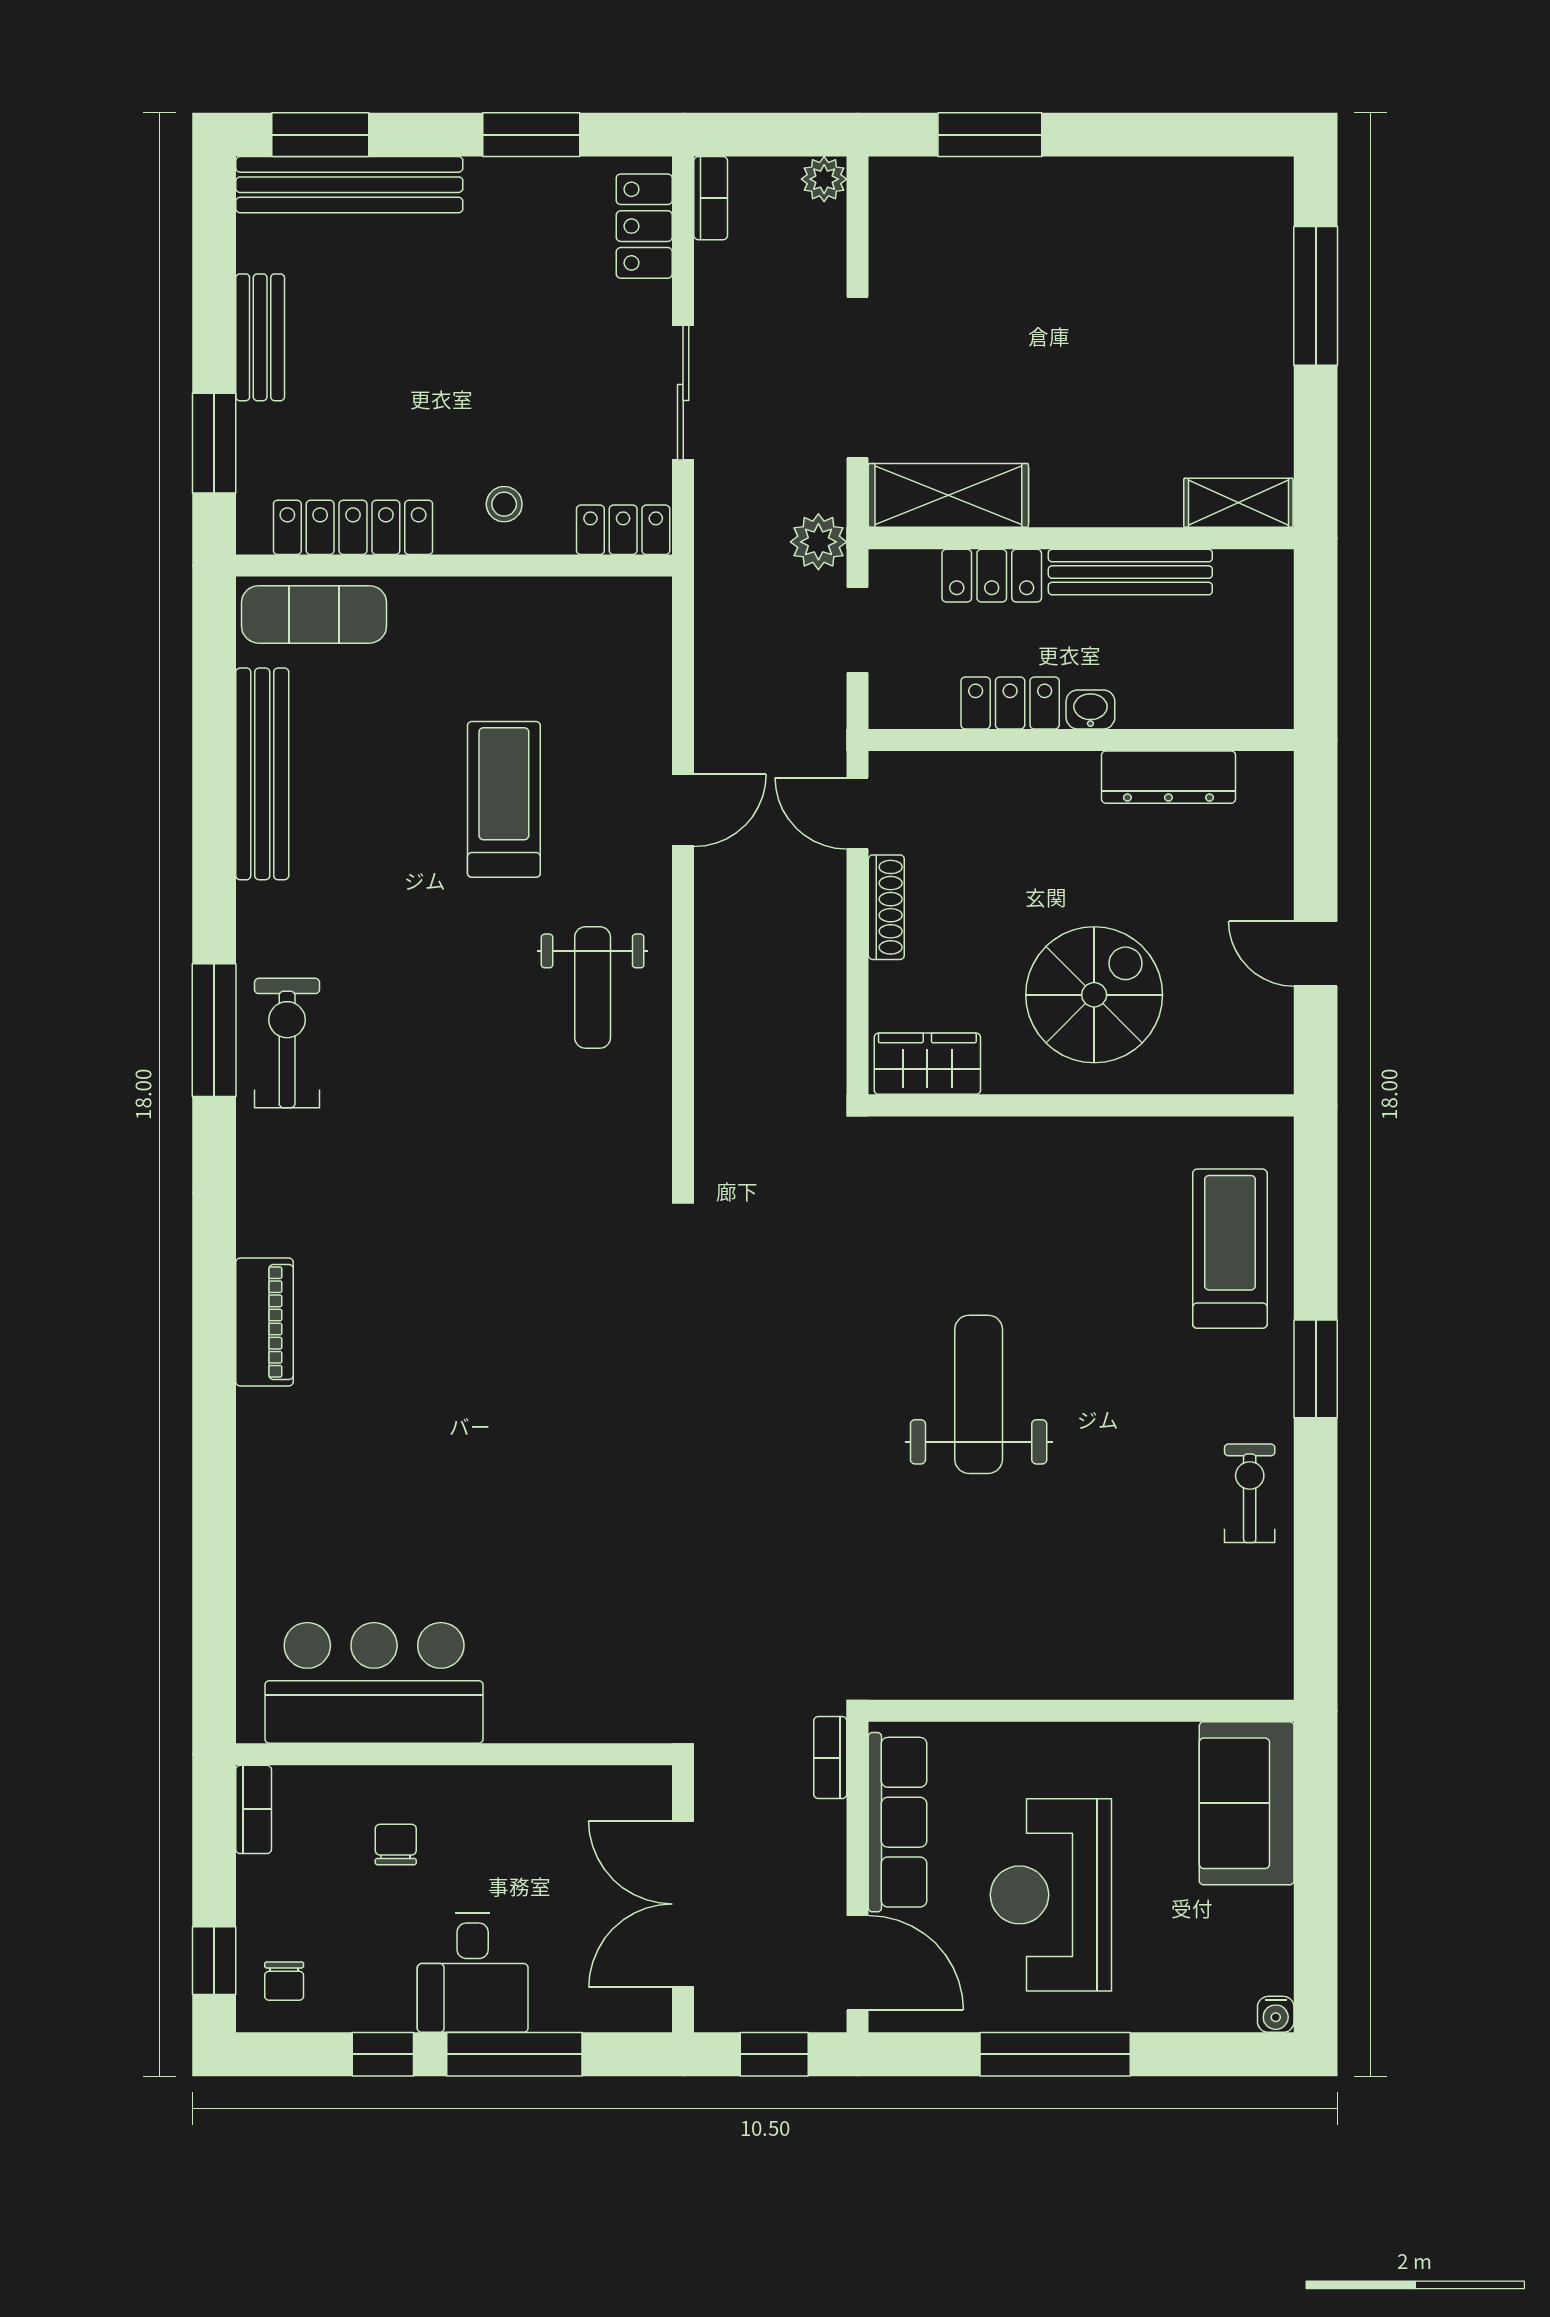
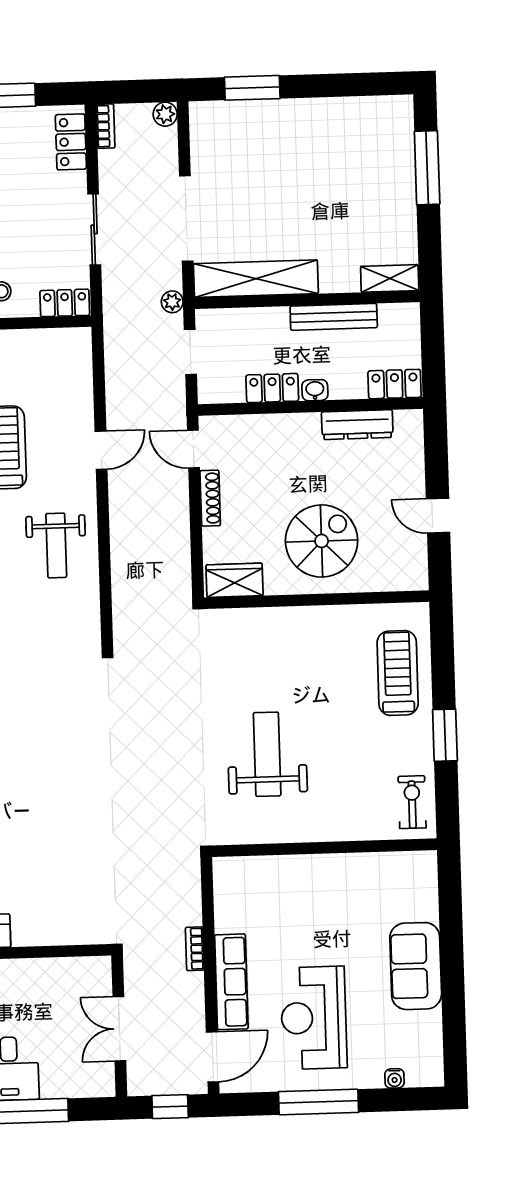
shelving: (948, 495) -> (256, 279), width x1.47
plant: (818, 542) -> (172, 302), width x0.73, depth x0.73
locker: (992, 576) -> (395, 384), moved, turned 180
wall: (1081, 1711) -> (324, 848), moved
double door: (683, 1904) -> (119, 1029), width x0.73
door: (858, 1963) -> (213, 1057), hinge flipped
water cooler: (1276, 2014) -> (394, 1078), moved

